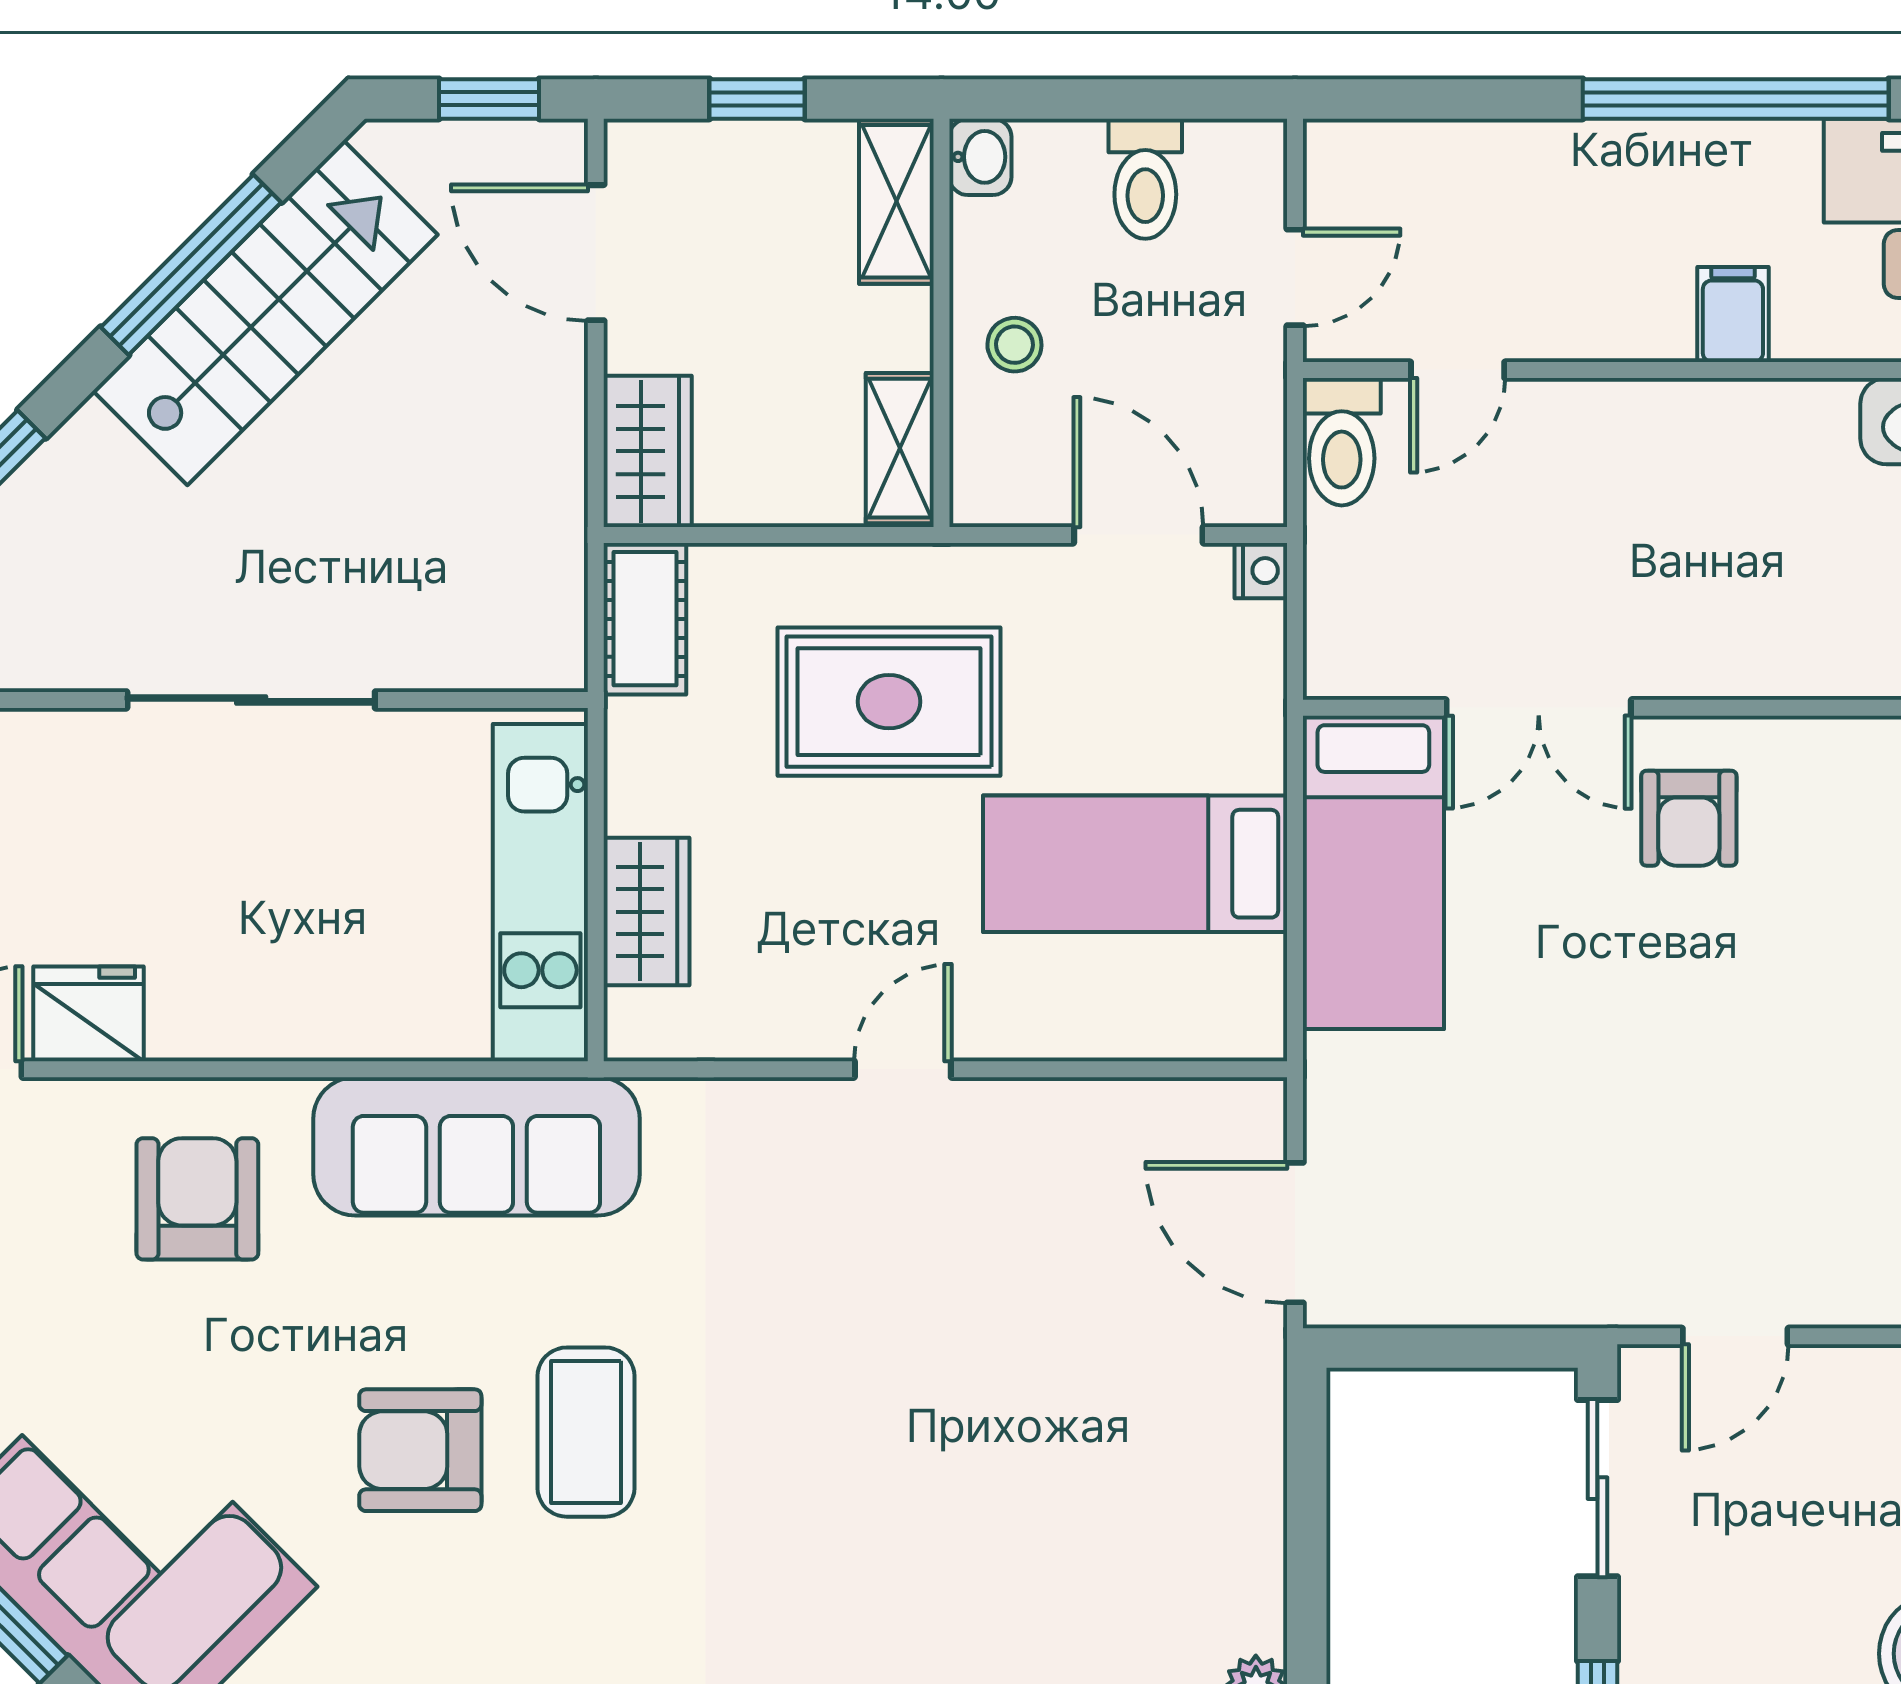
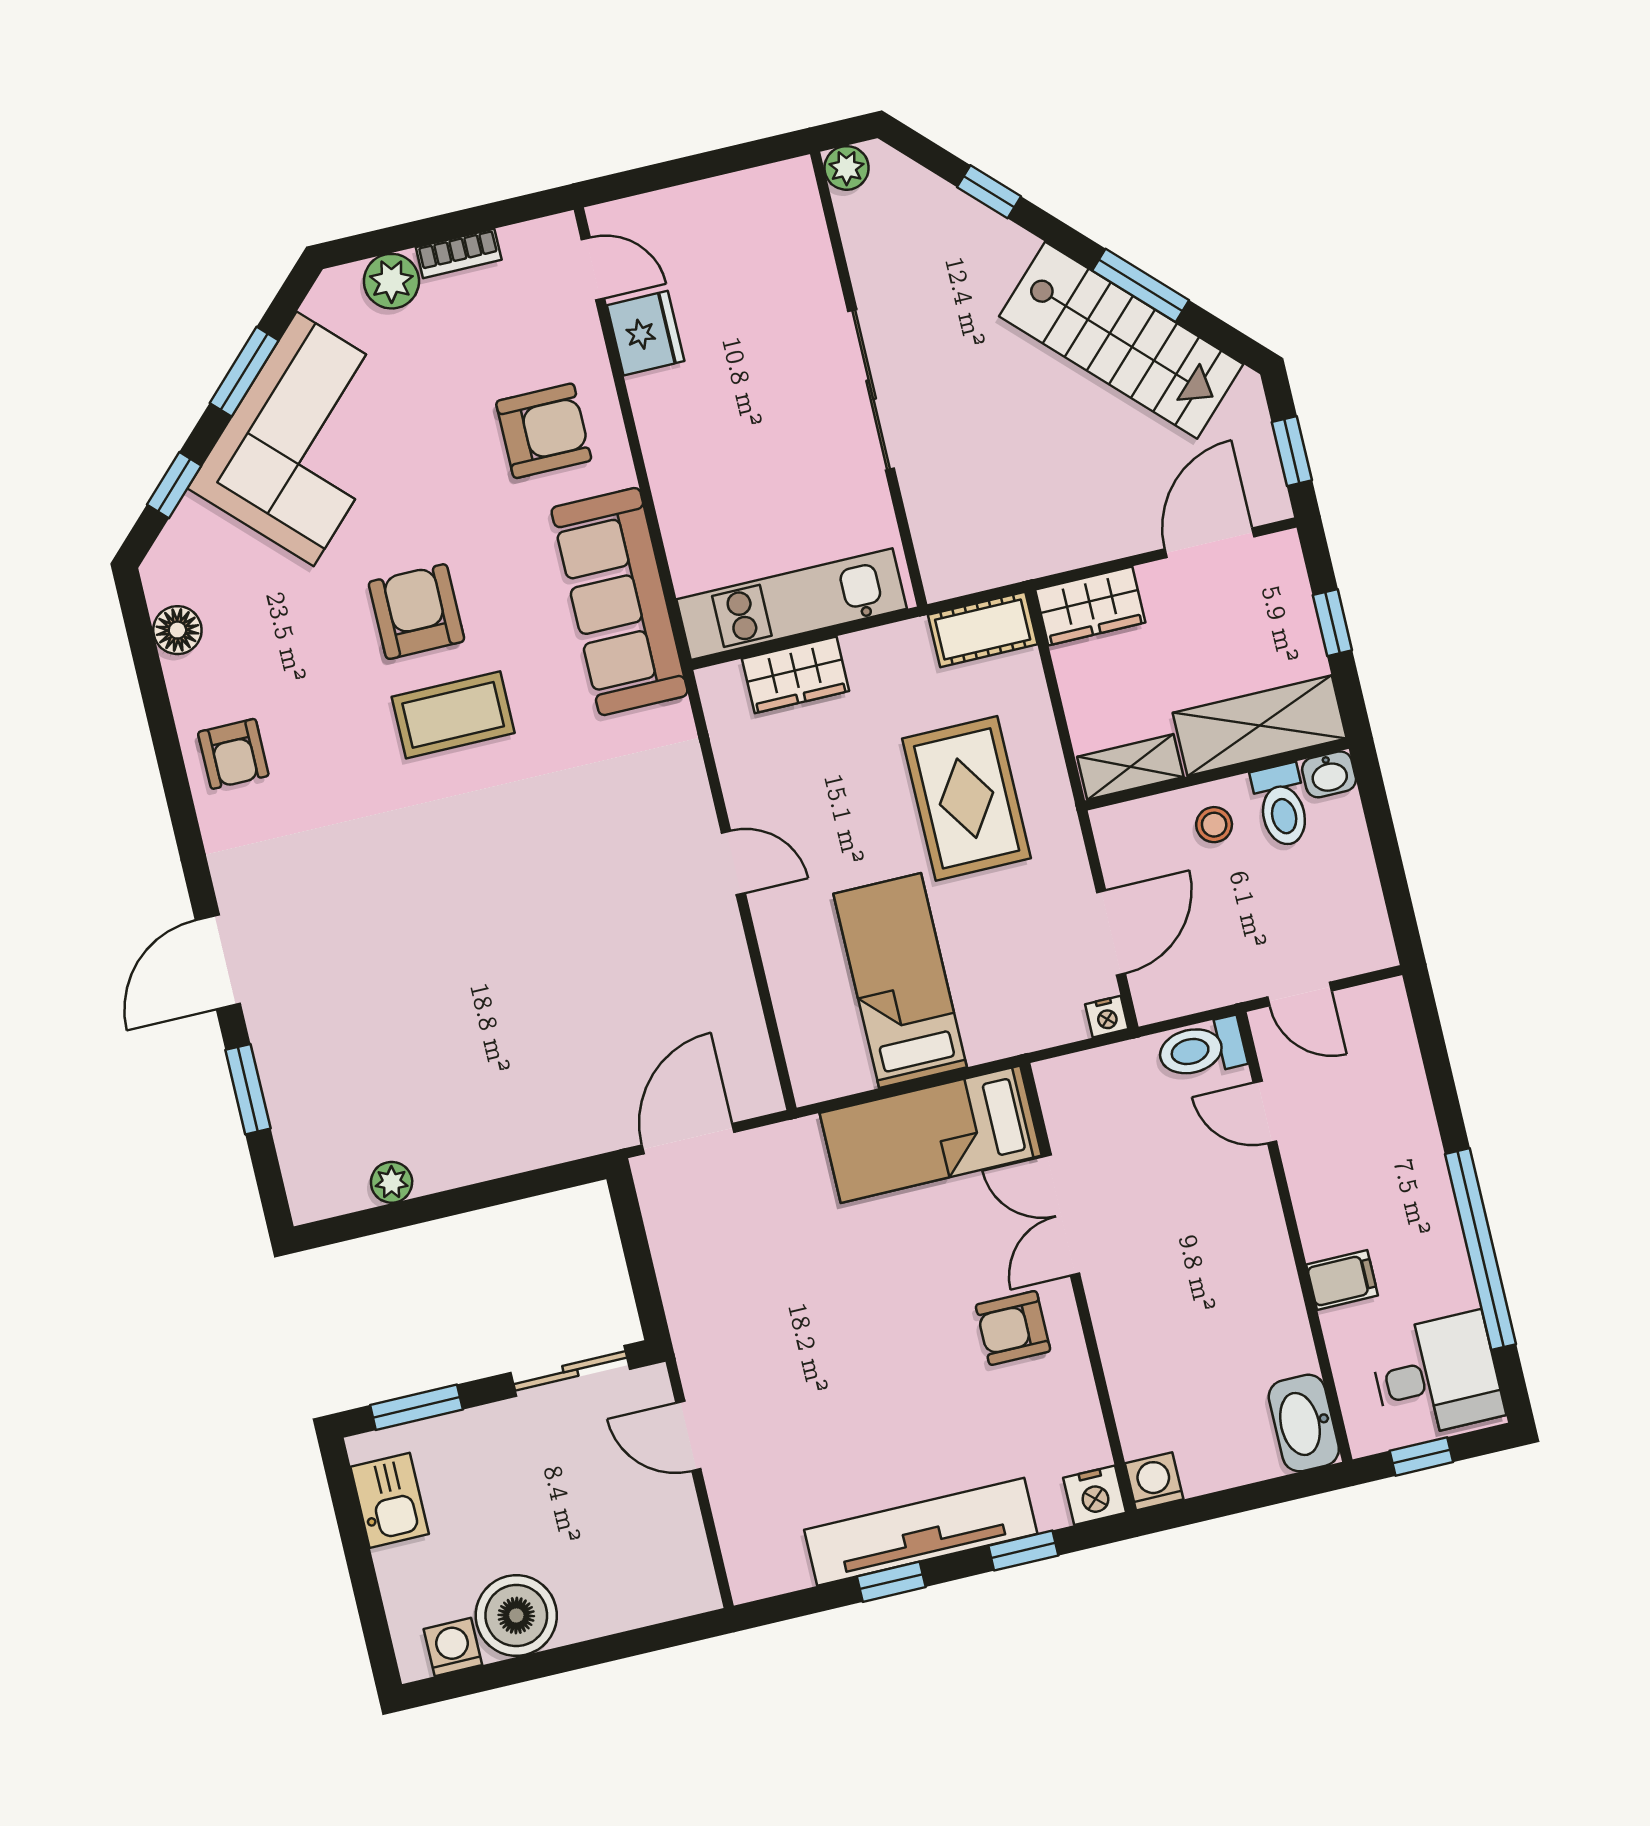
toilet: (1145, 179) -> (1282, 805), moved, turned -90
shelving: (896, 201) -> (1260, 726), width x1.50, depth x1.33
window: (191, 265) -> (1141, 285), width x0.69

